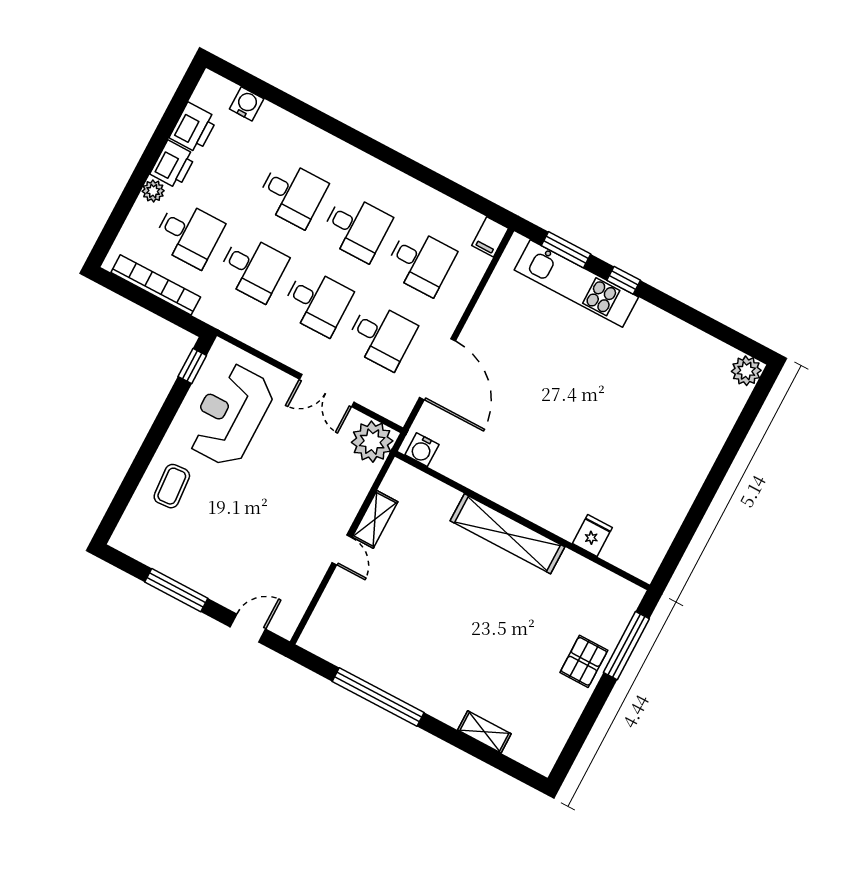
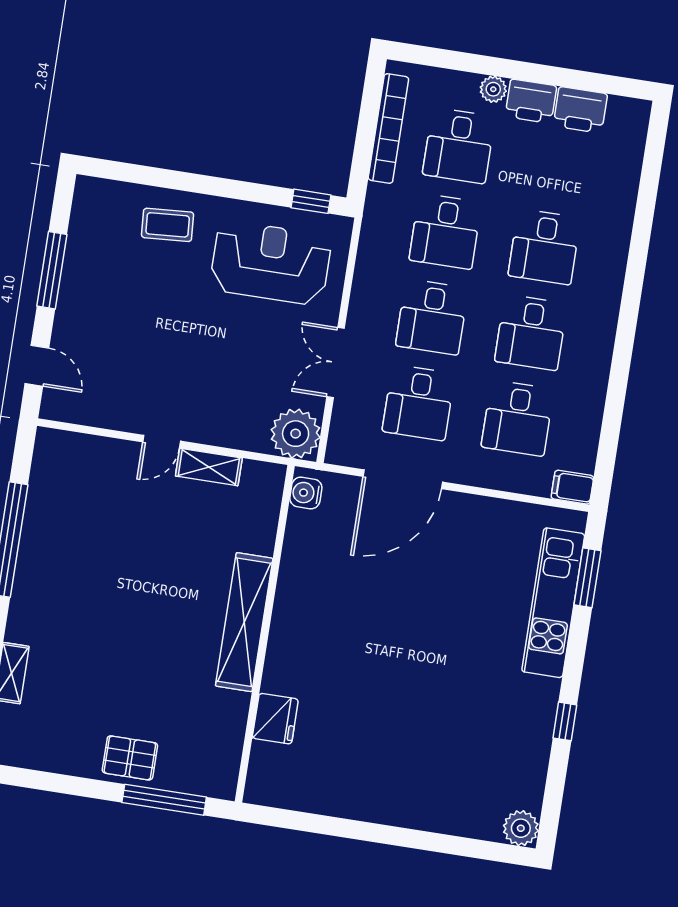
water cooler: (247, 104) -> (628, 161), removed
window: (624, 280) -> (565, 721), moved
fridge: (592, 535) -> (275, 719), width x1.38

